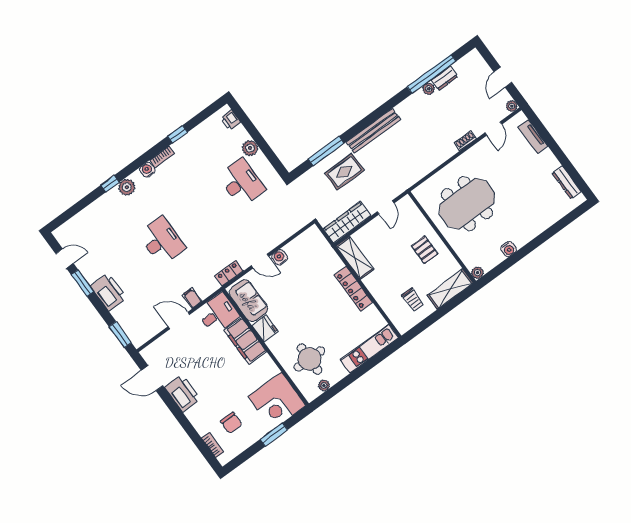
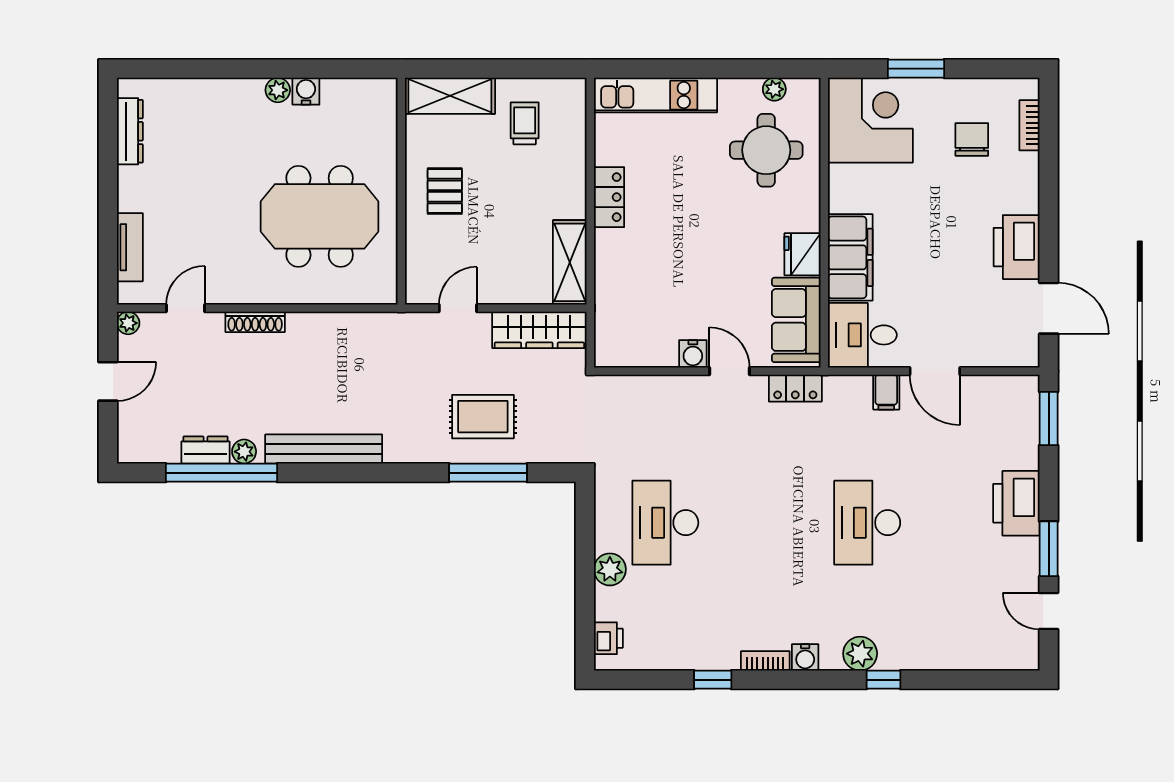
bench: (373, 131) -> (324, 449), moved
shoe rack: (465, 141) -> (255, 322), width x1.43
plant: (477, 273) -> (278, 90), moved
locker: (353, 289) -> (609, 197), width x0.66

